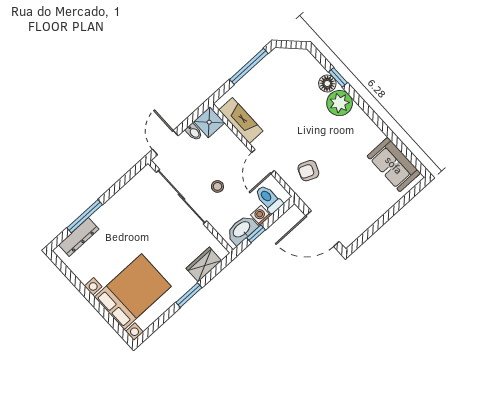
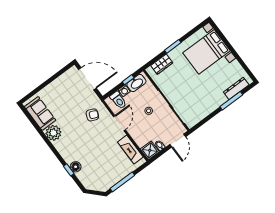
plant: (340, 103) -> (53, 133), moved

